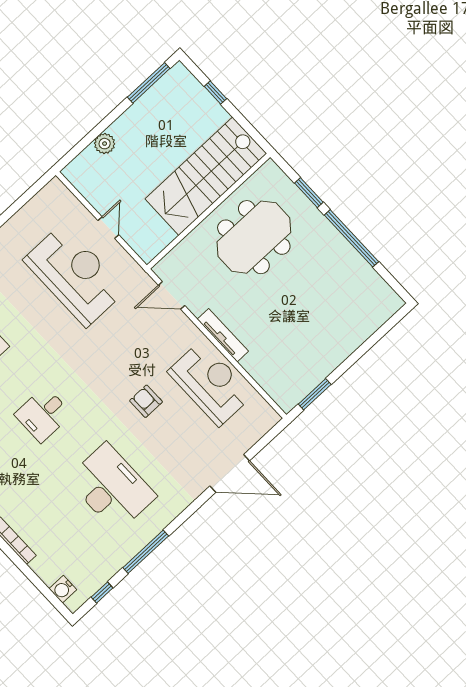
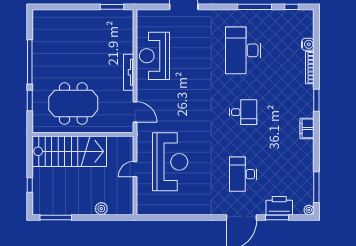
reception desk: (75, 275) -> (170, 162), turned 180
armchair: (146, 401) -> (191, 75), removed
water cooler: (63, 589) -> (308, 44), moved

